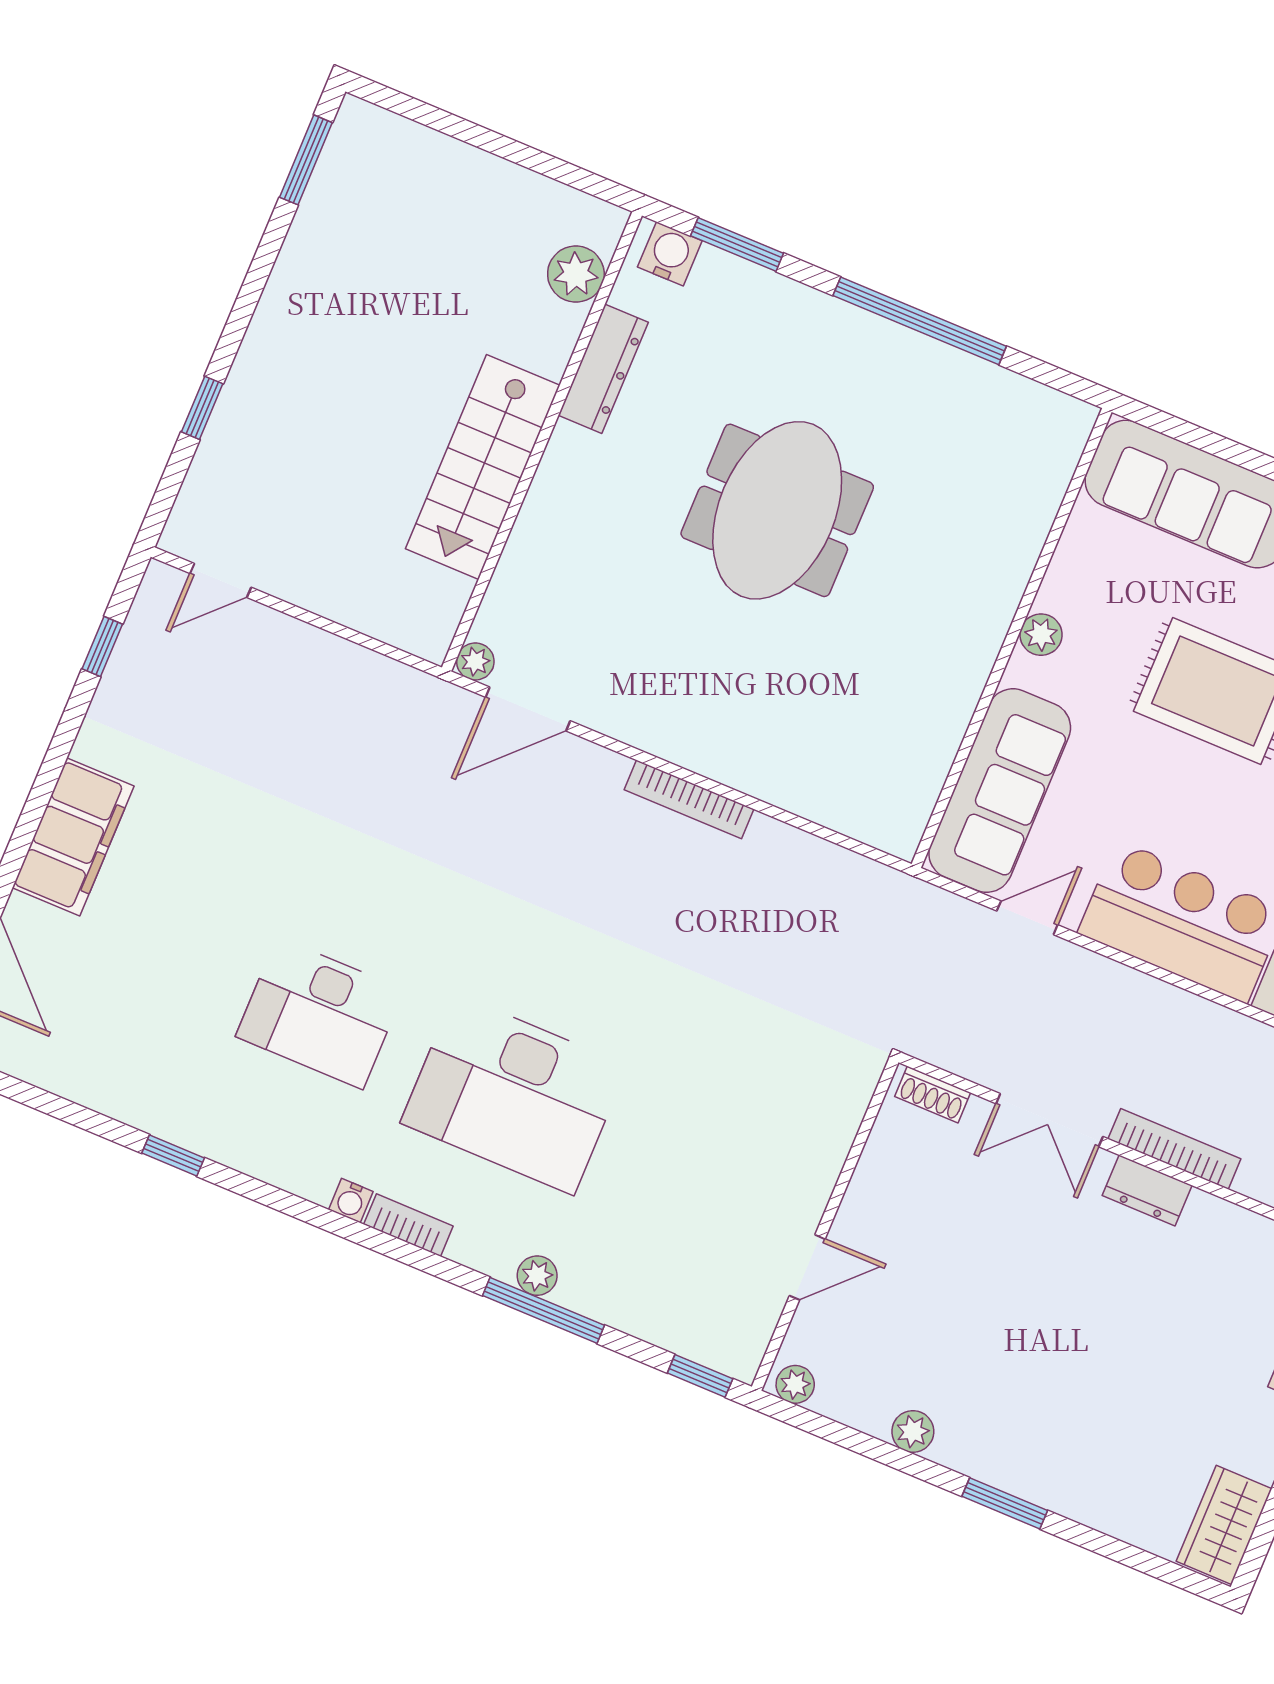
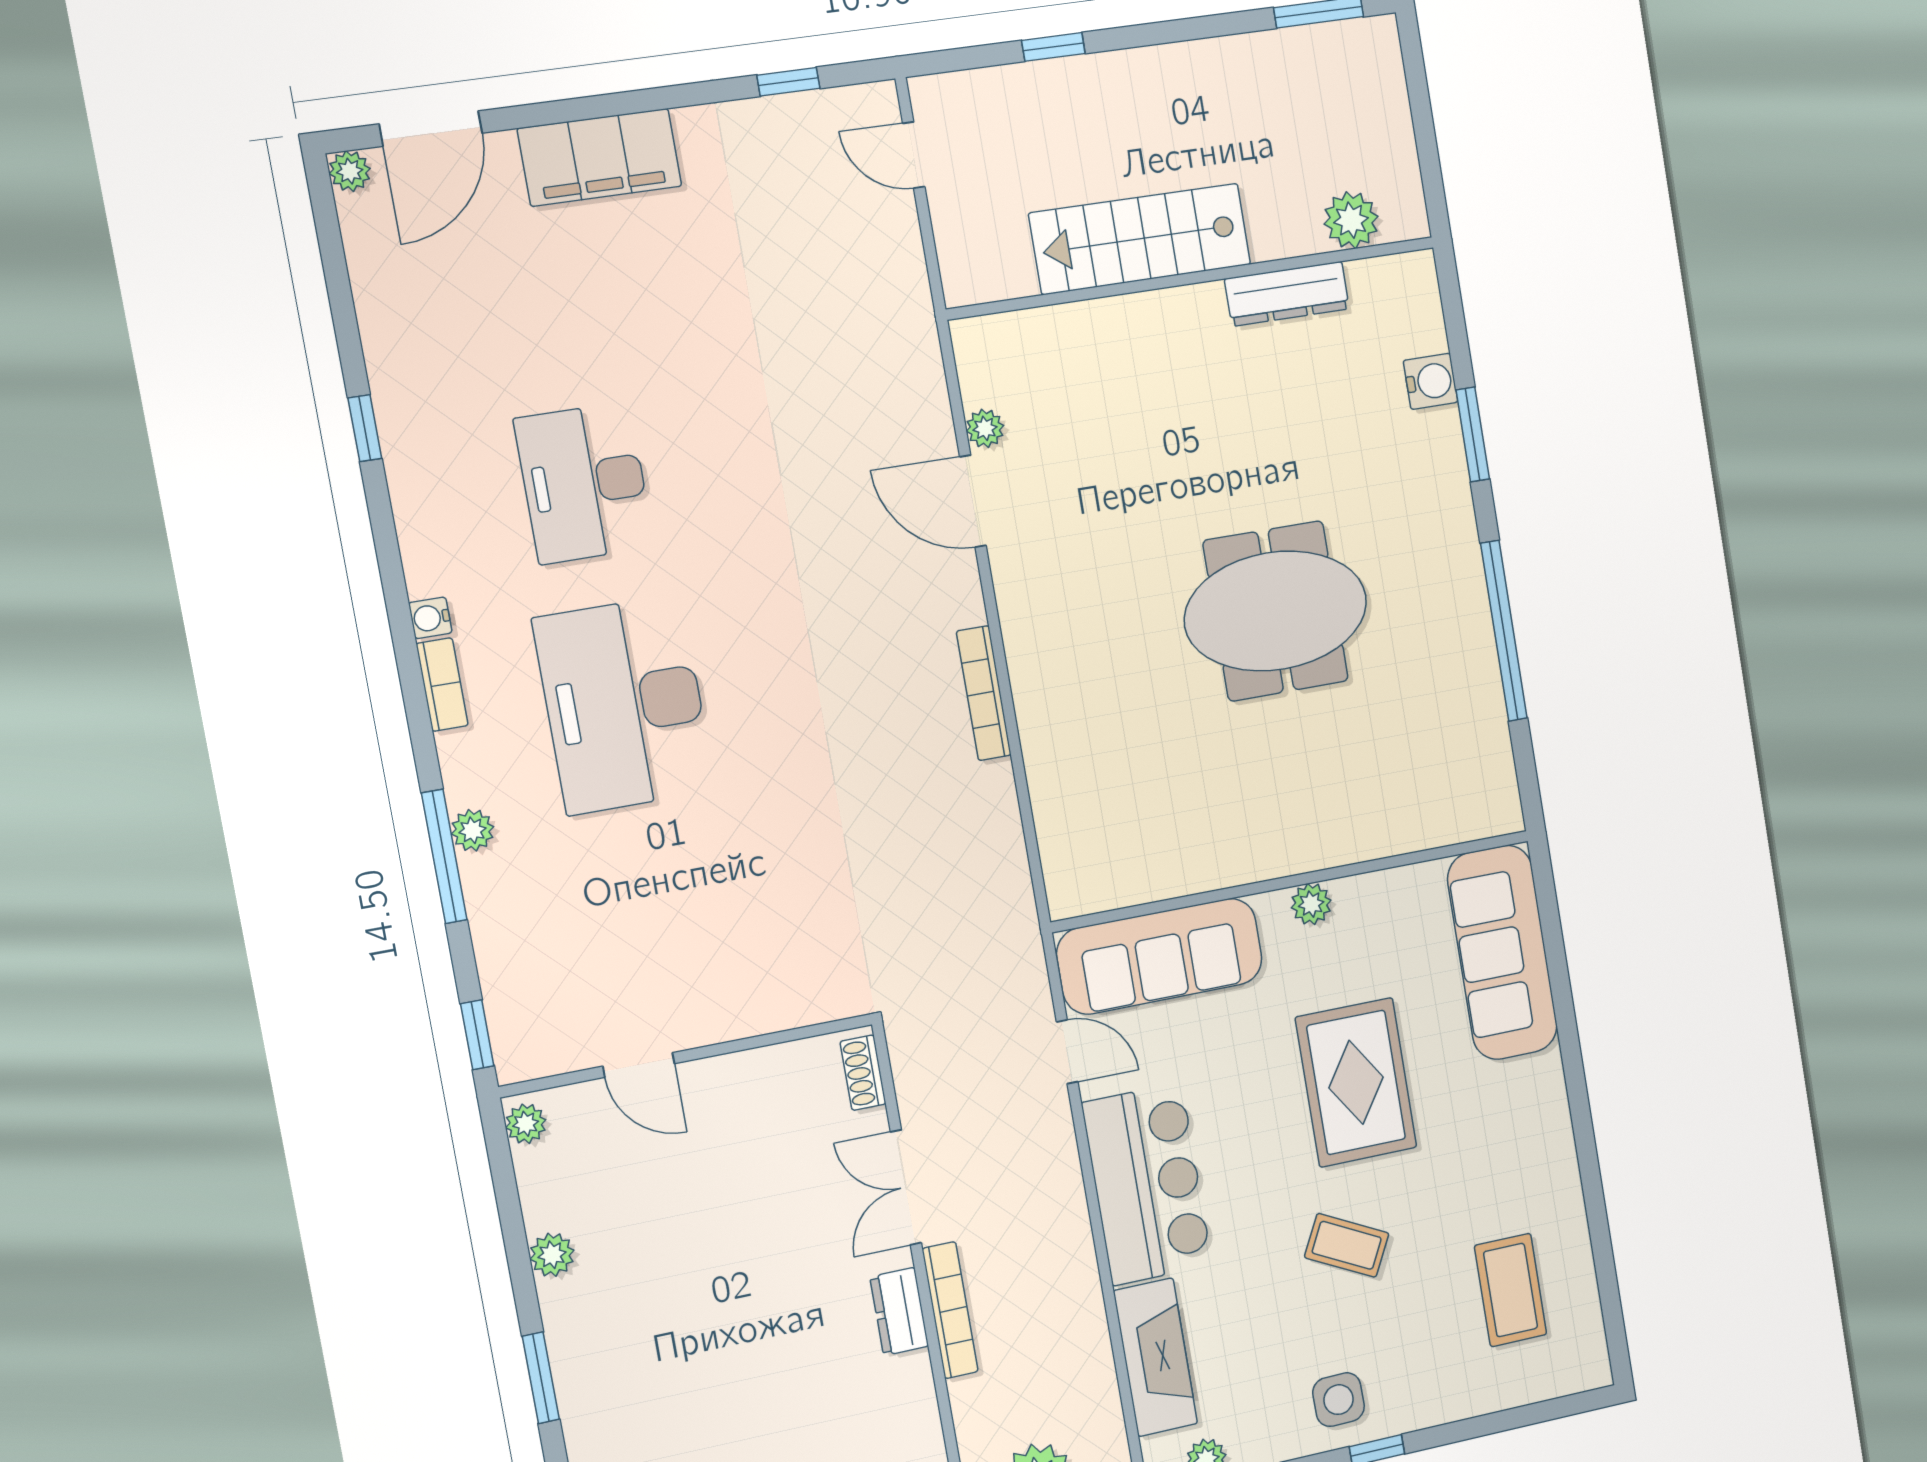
plant: (576, 274) -> (1351, 220), moved
dresser: (603, 369) -> (1287, 294), moved
wall: (542, 441) -> (1193, 278), moved
stairs: (483, 467) -> (1140, 239), moved

